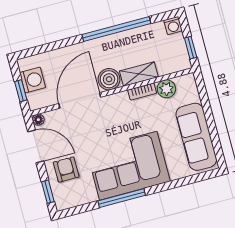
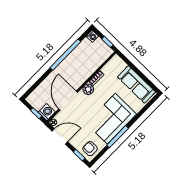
shelving: (139, 74) -> (90, 70), removed
boiler: (109, 79) -> (76, 82), removed
washing machine: (33, 80) -> (47, 112), moved
plant: (166, 89) -> (88, 89), moved
armchair: (66, 170) -> (90, 149), moved

